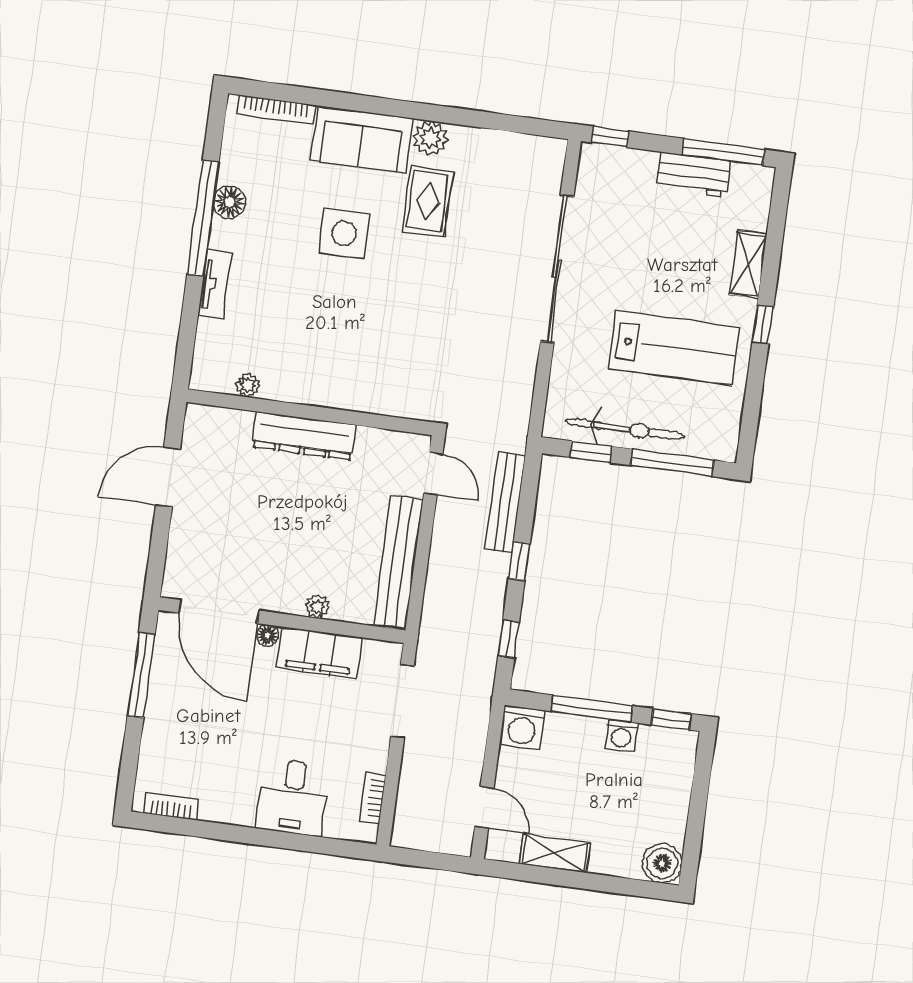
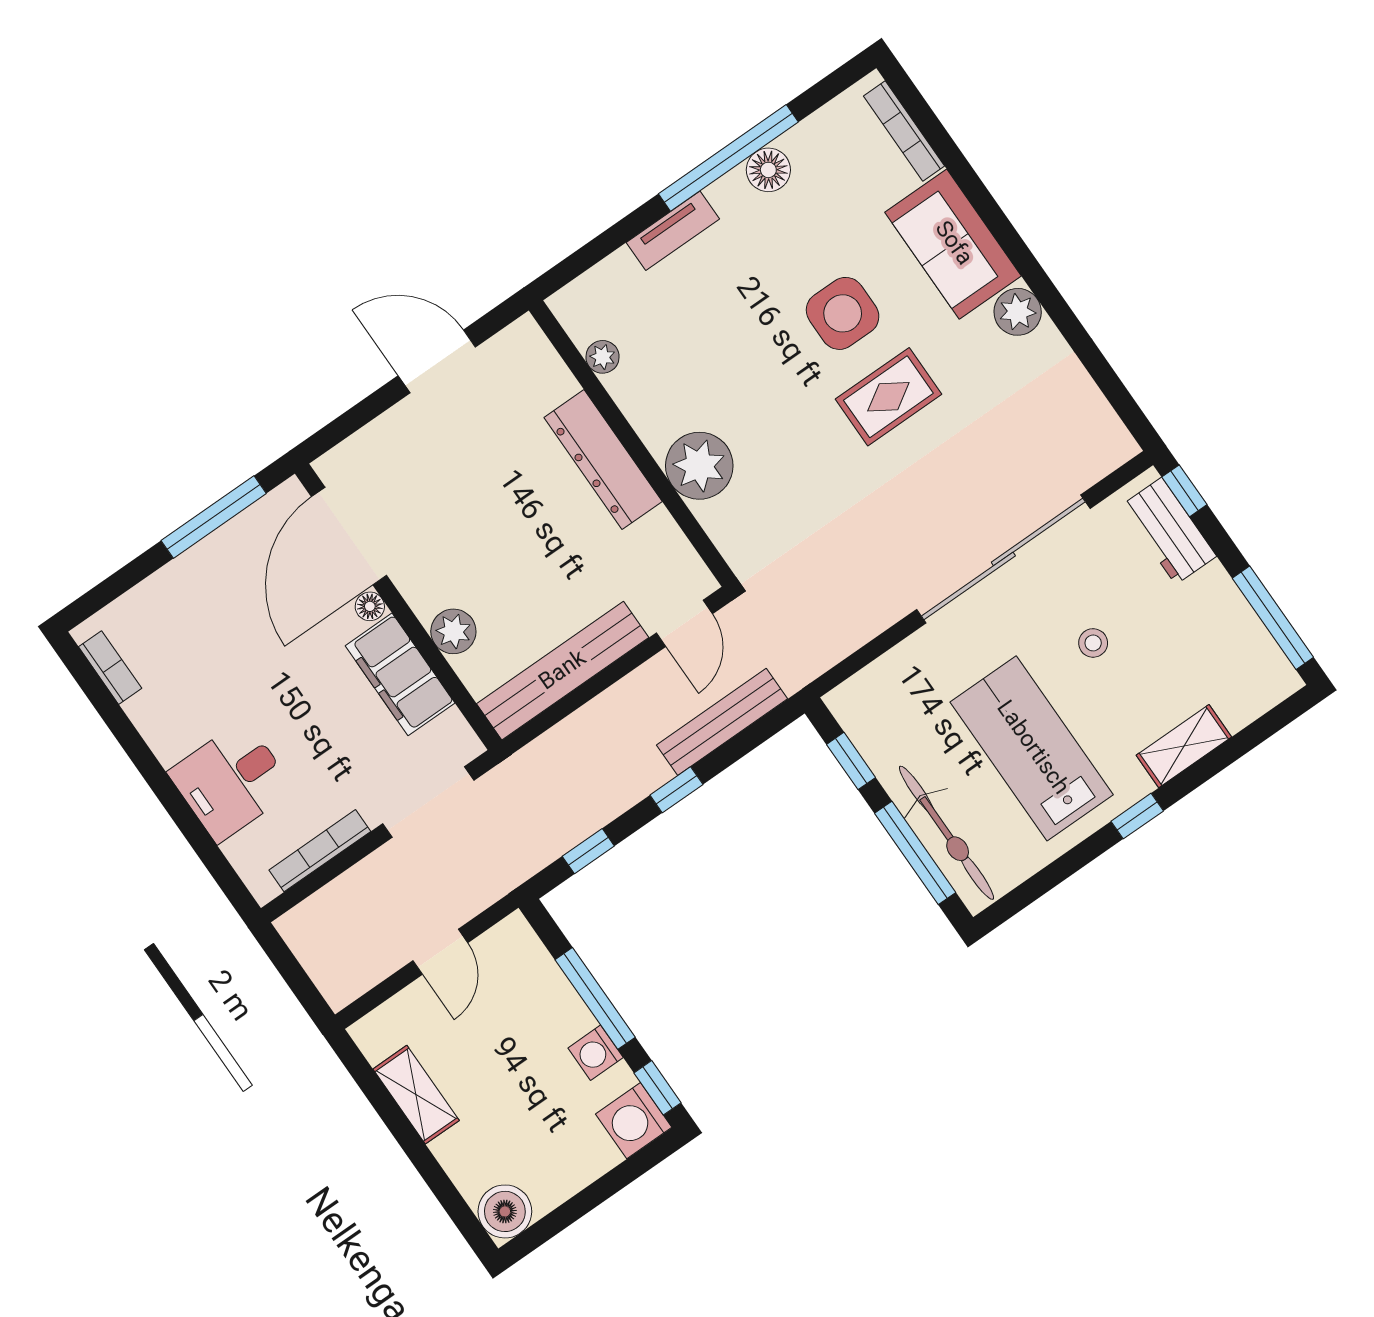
workbench: (693, 175) -> (1169, 531), moved
rug: (427, 201) -> (888, 397), moved
stool: (647, 262) -> (1093, 643), added
lab bench: (674, 348) -> (1032, 748), turned 180
plant: (355, 387) -> (699, 466), added
bicycle: (625, 429) -> (946, 833), moved
plant: (317, 606) -> (453, 631), width x1.38, depth x1.38
washing machine: (522, 728) -> (634, 1121), moved
bookcase: (373, 798) -> (320, 851), width x1.56
door: (484, 808) -> (440, 952), moved

